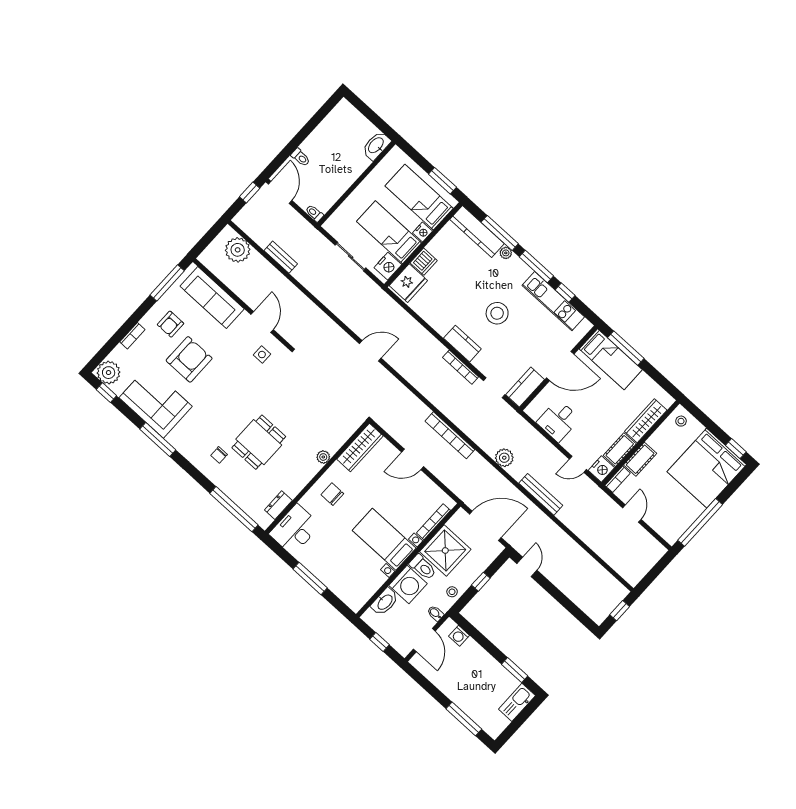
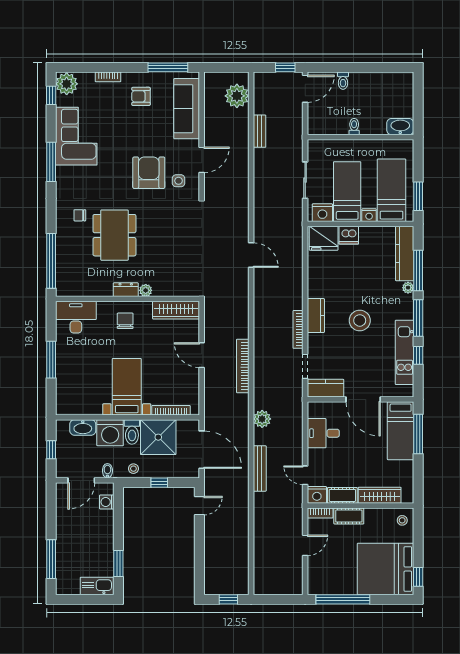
toilet: (314, 213) -> (354, 127), moved
armchair: (189, 359) -> (149, 173), moved, turned -90
dining table: (259, 442) -> (114, 235), width x1.37
dresser: (278, 505) -> (126, 290), moved

